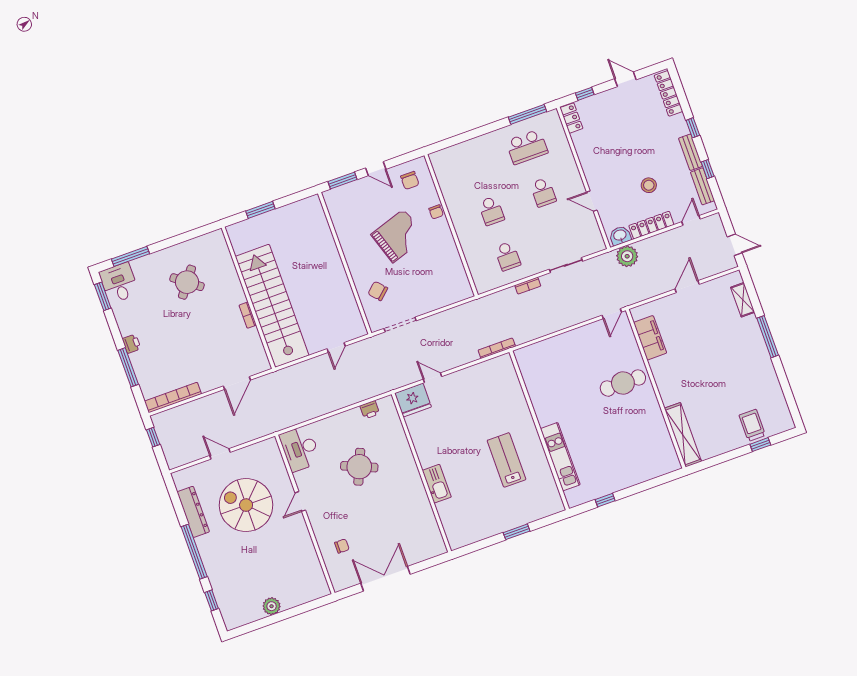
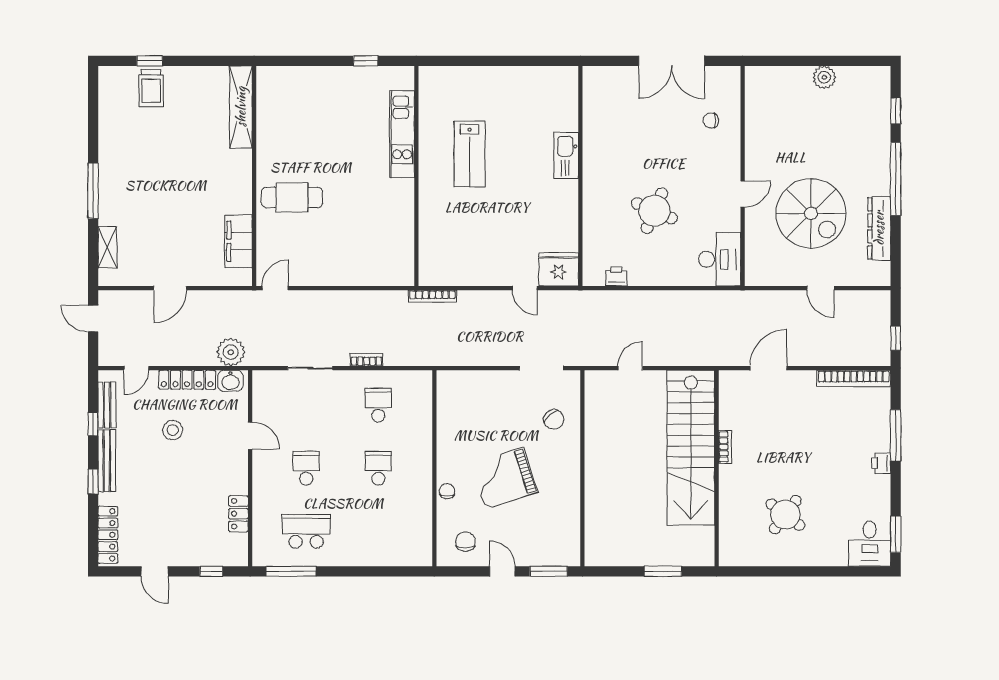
locker: (571, 118) -> (239, 514), moved
bench: (690, 152) -> (107, 461), width x1.36
window: (130, 256) -> (844, 571), removed
window: (517, 532) -> (489, 61), removed

